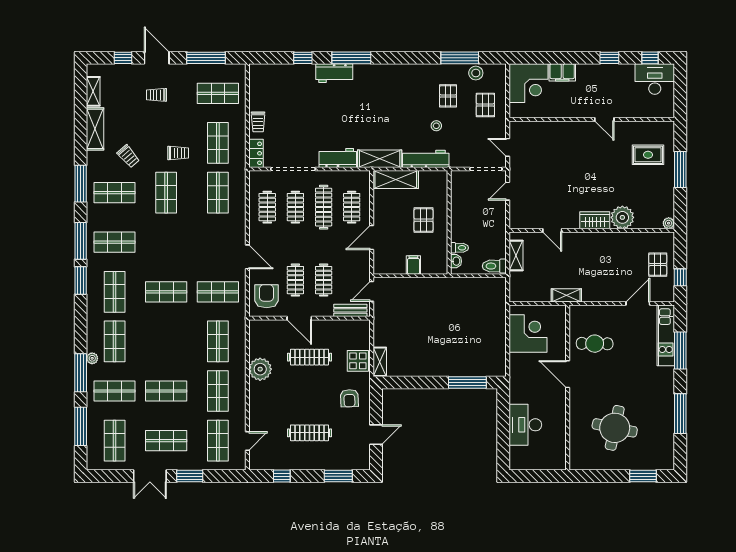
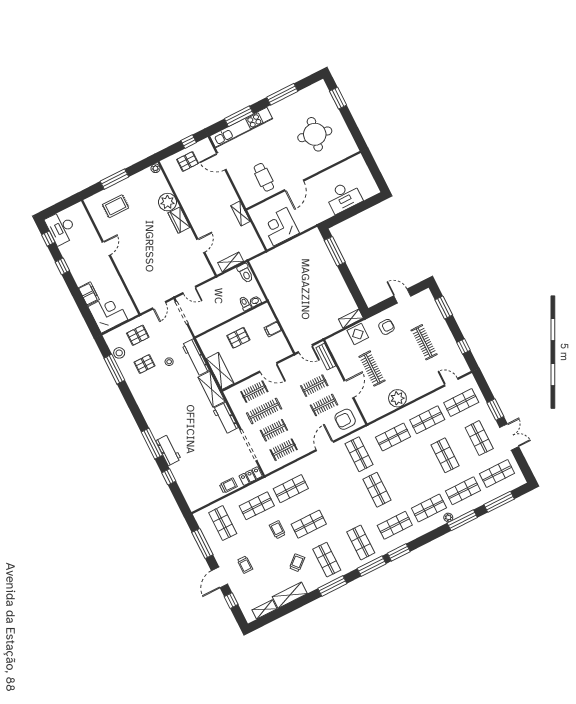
rug: (648, 155) -> (116, 206), turned 90
kitchen unit: (666, 335) -> (241, 127), width x1.36
shop shelf: (115, 391) -> (463, 491), turned 90

